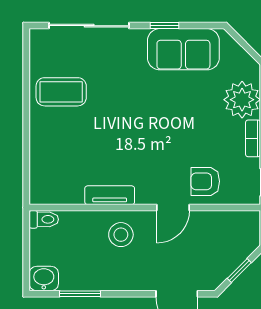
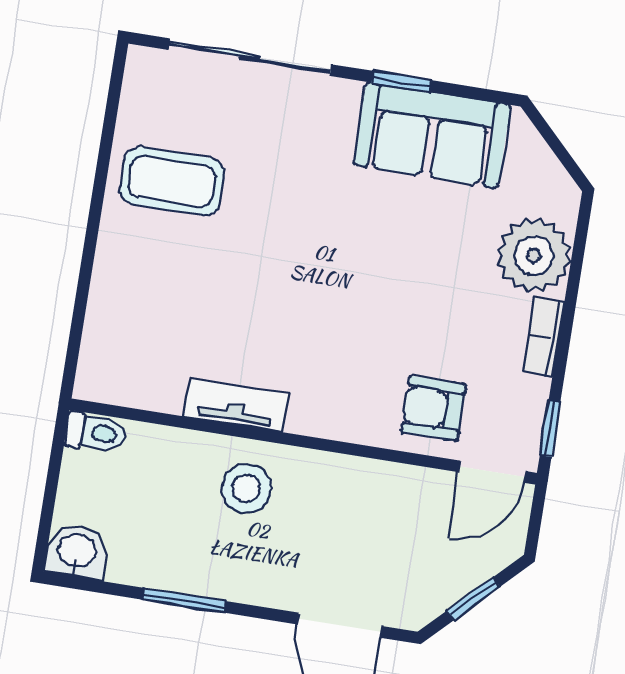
door: (173, 208) -> (492, 472), moved
window: (80, 294) -> (184, 600), moved

